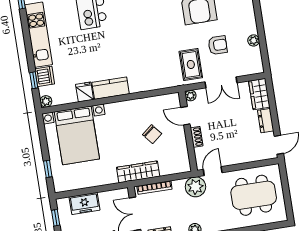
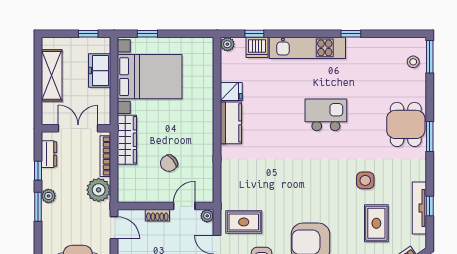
bed with nightstands: (77, 135) -> (150, 77), moved, turned 180
plant: (195, 187) -> (99, 190), moved

